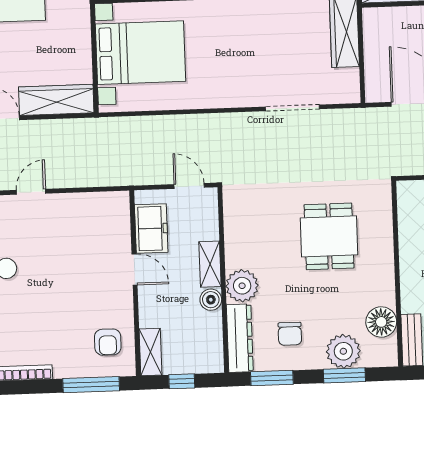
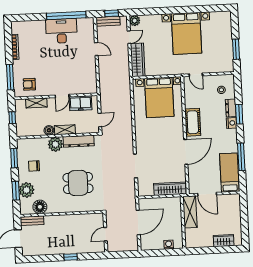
dresser: (240, 338) -> (79, 141), moved
shelving: (150, 352) -> (36, 103), moved

